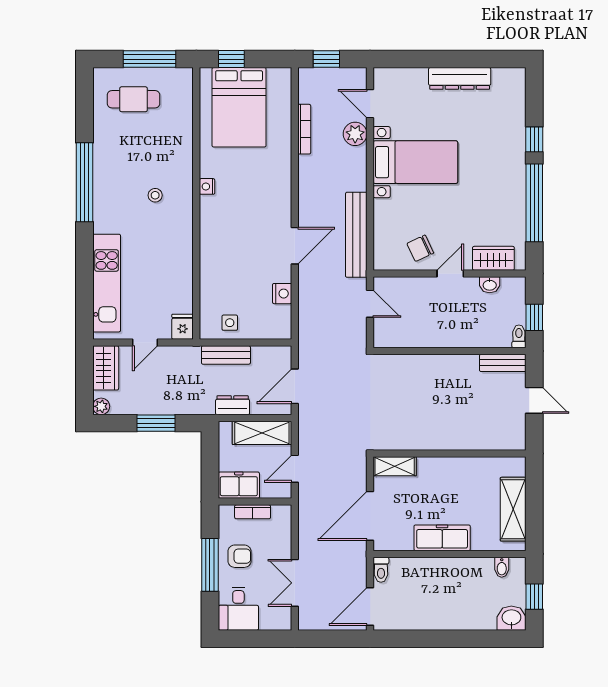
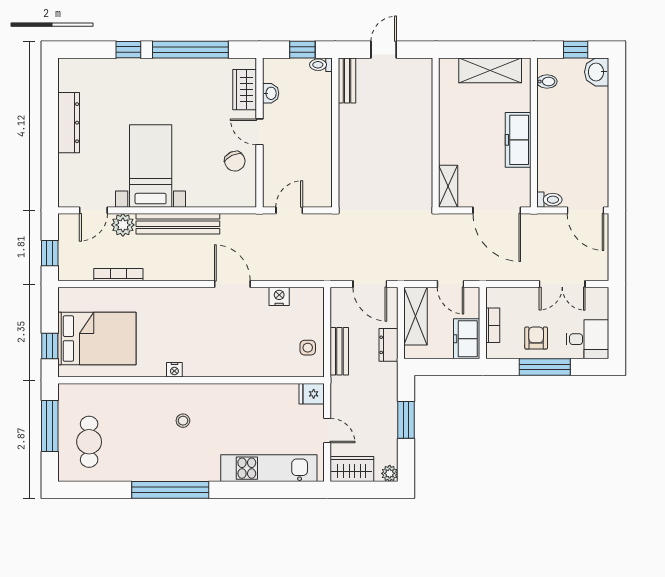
bench: (356, 235) -> (178, 224), moved

